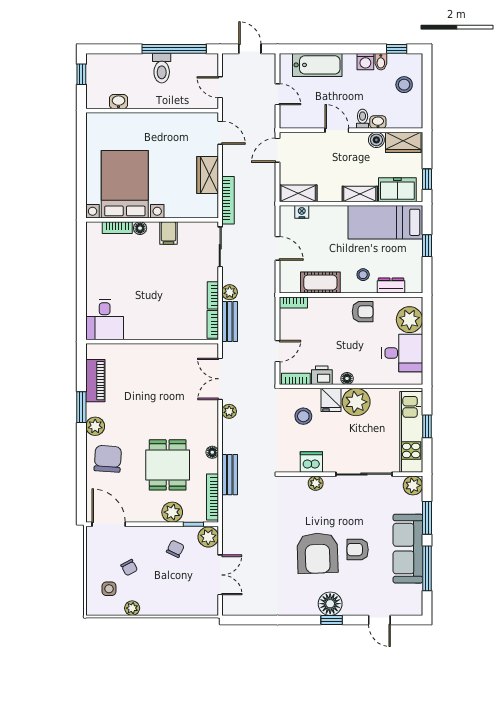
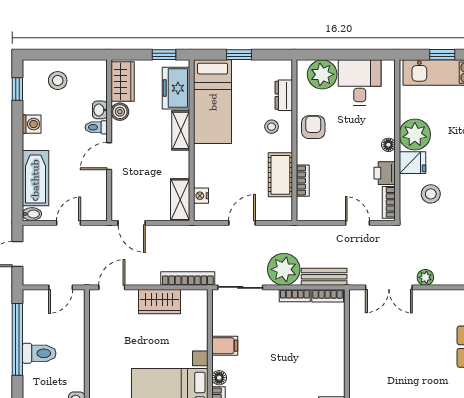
bidet: (381, 62) -> (32, 214), moved
plant: (230, 292) -> (284, 269), width x1.88, depth x1.88
bookcase: (293, 302) -> (303, 181), moved

